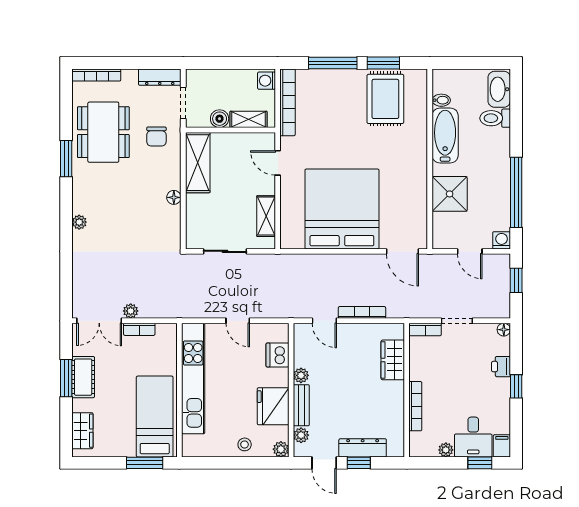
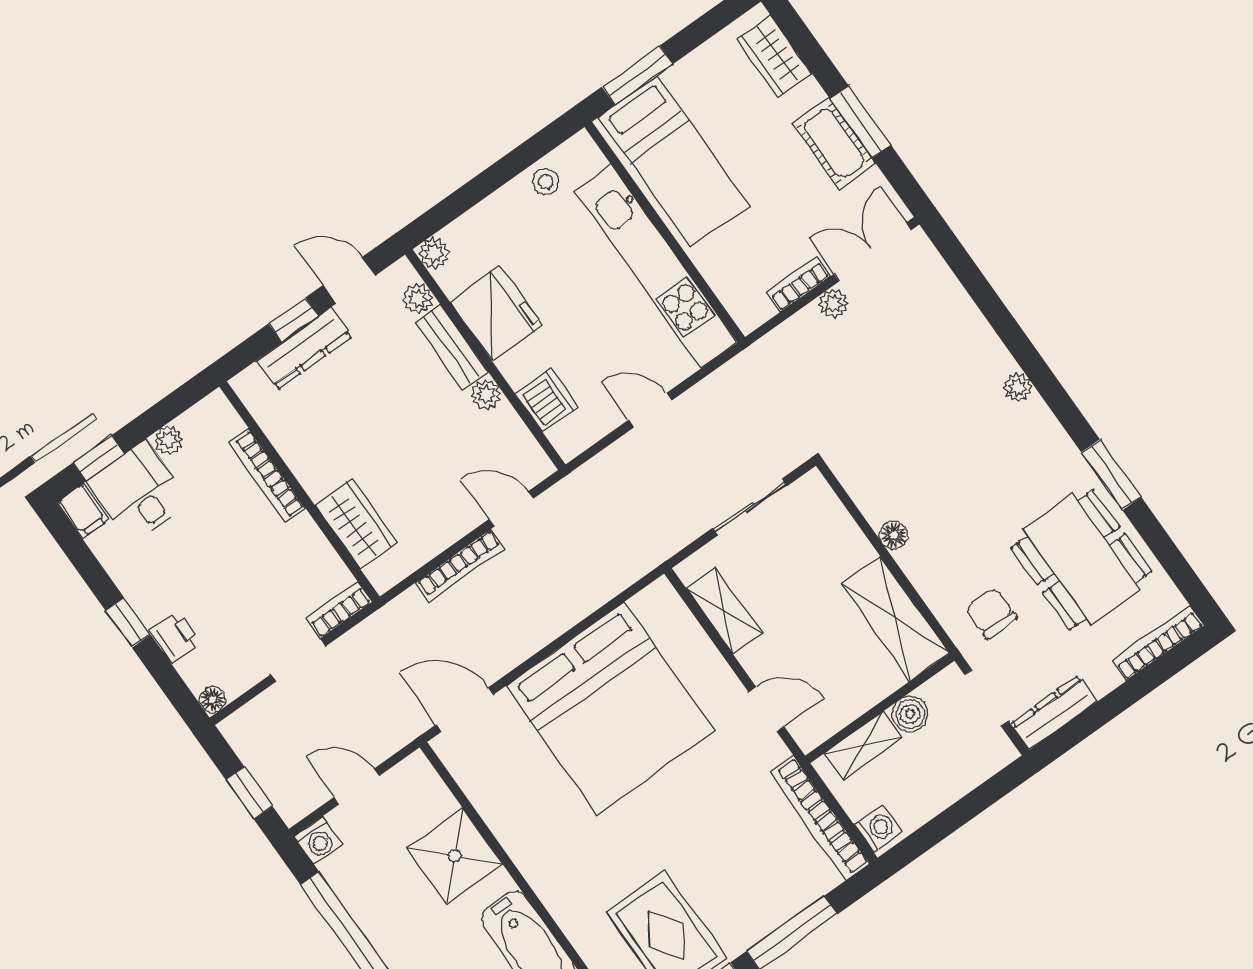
stool: (245, 444) -> (545, 182), moved

